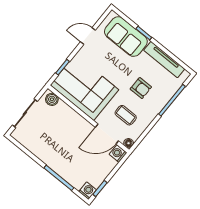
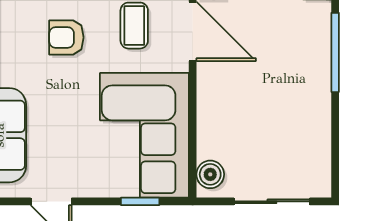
armchair: (141, 88) -> (66, 37), turned -90

